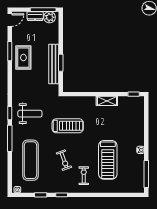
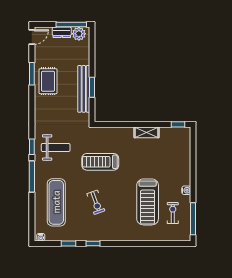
treadmill: (68, 126) -> (100, 162), turned 180
exercise bike: (84, 176) -> (173, 213), moved

